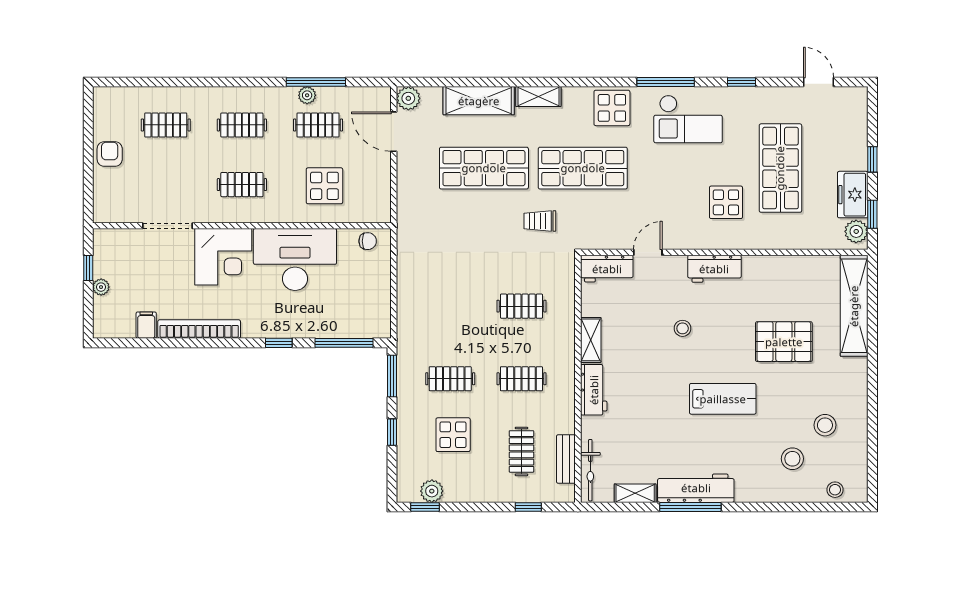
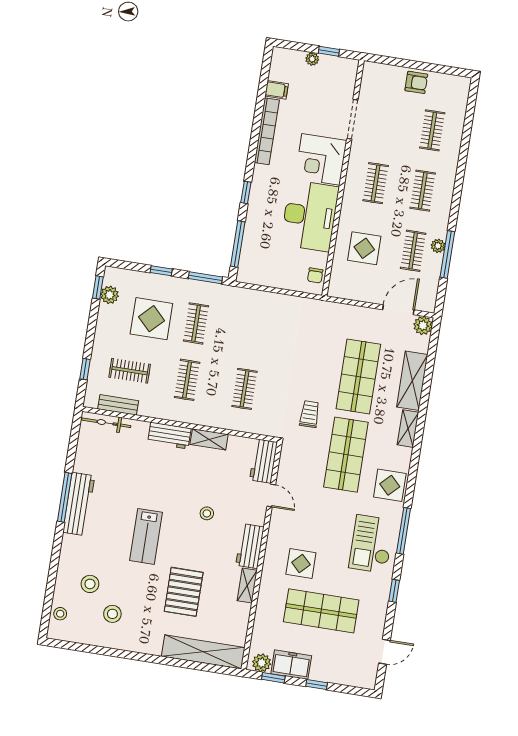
display table: (453, 435) -> (151, 319), width x1.36, depth x1.36
shelving: (635, 493) -> (247, 586), moved

